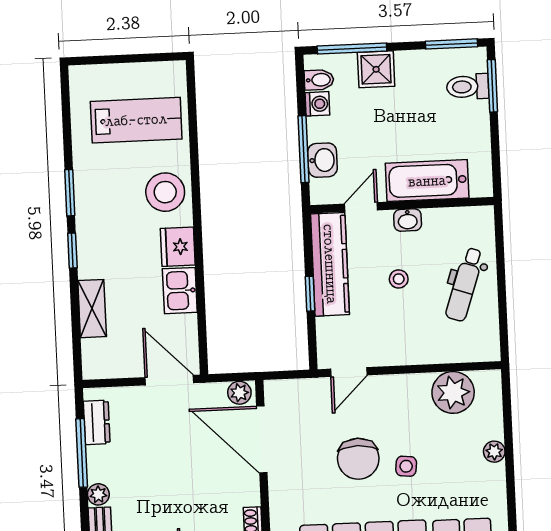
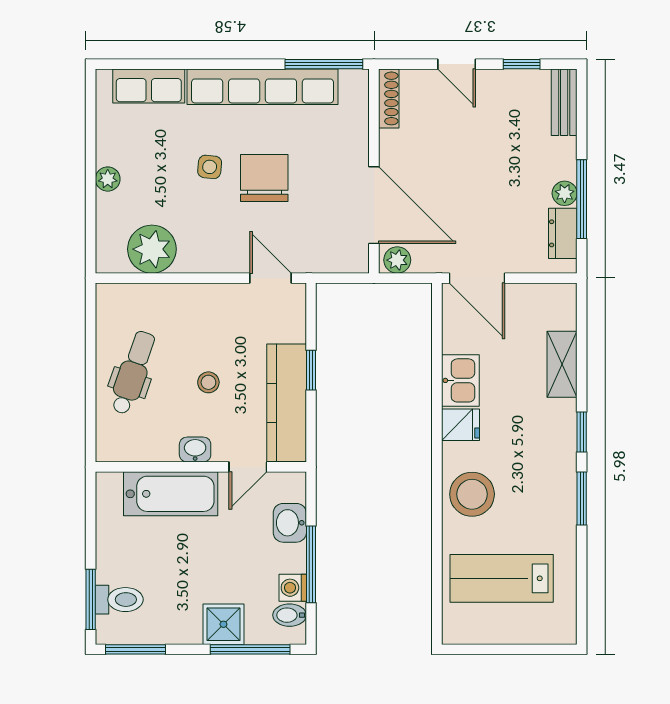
window: (303, 149) -> (311, 564), moved
fridge: (178, 247) -> (460, 425), width x0.72
door: (349, 372) -> (271, 278), hinge flipped
plant: (98, 494) -> (565, 193), moved

